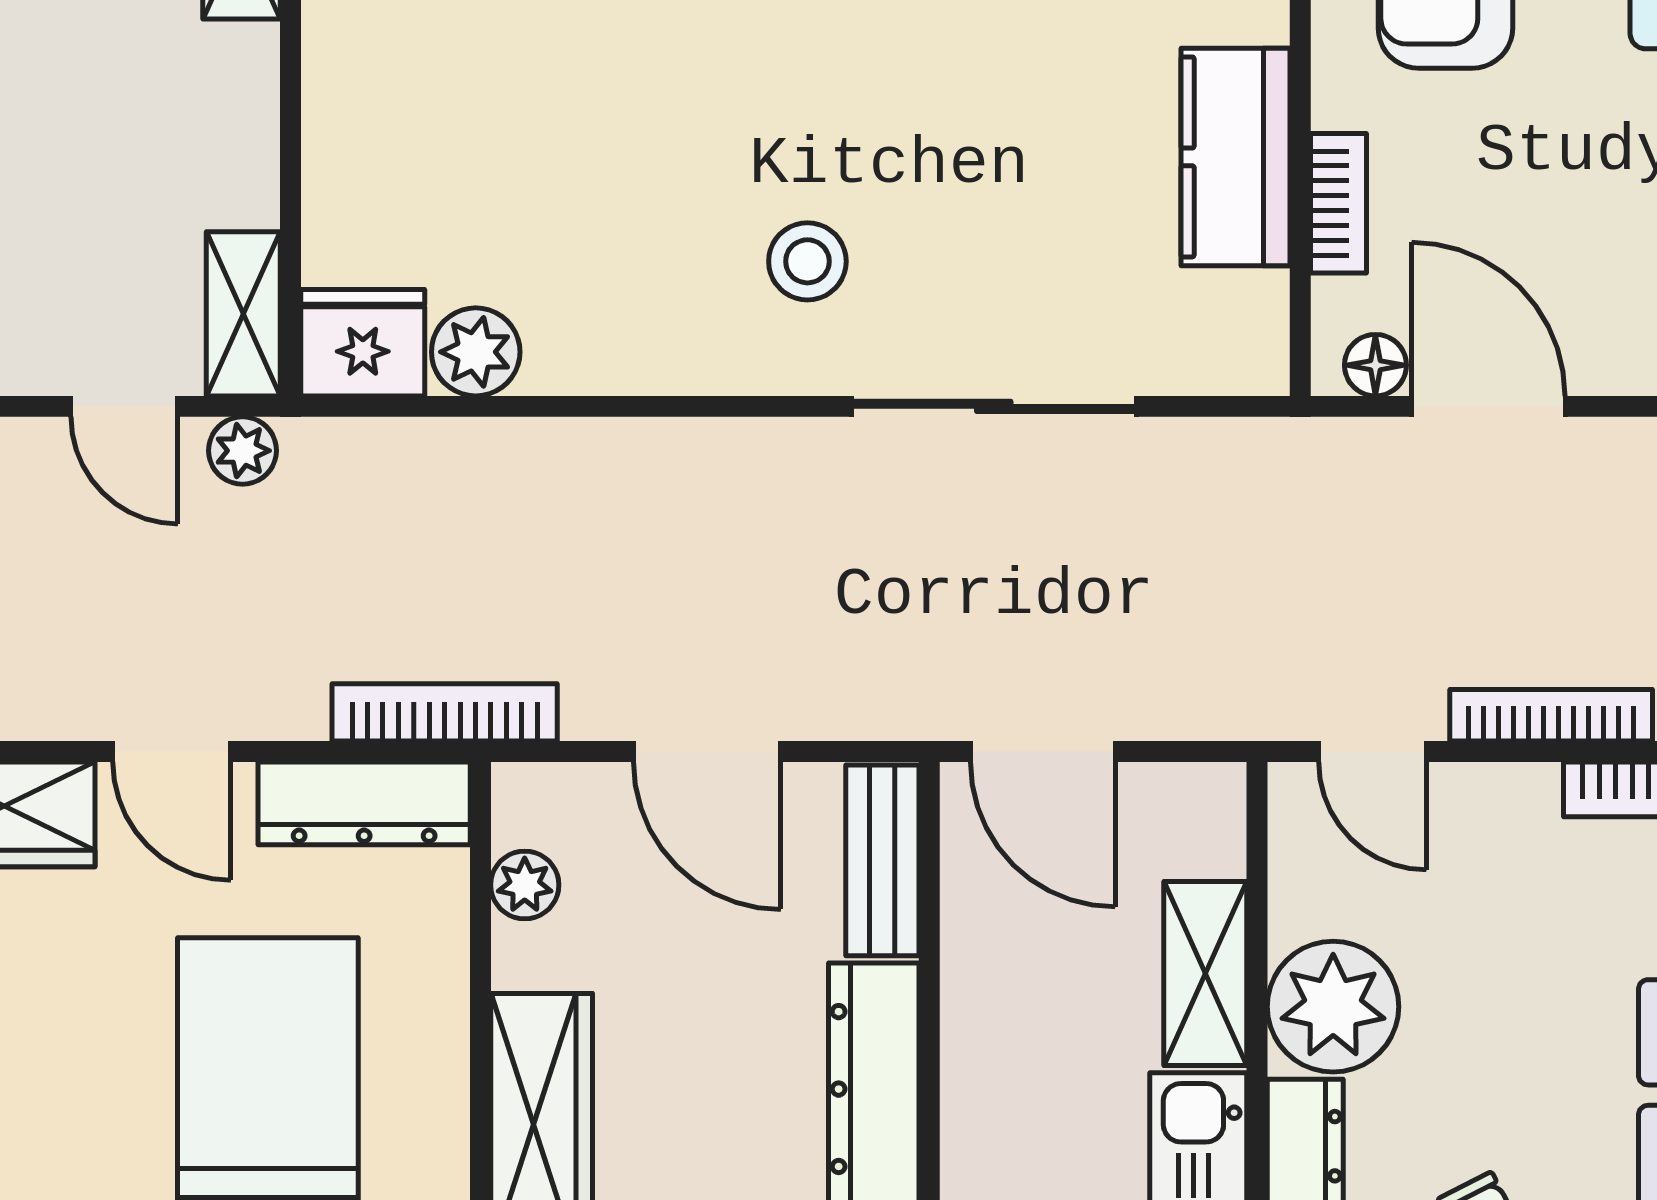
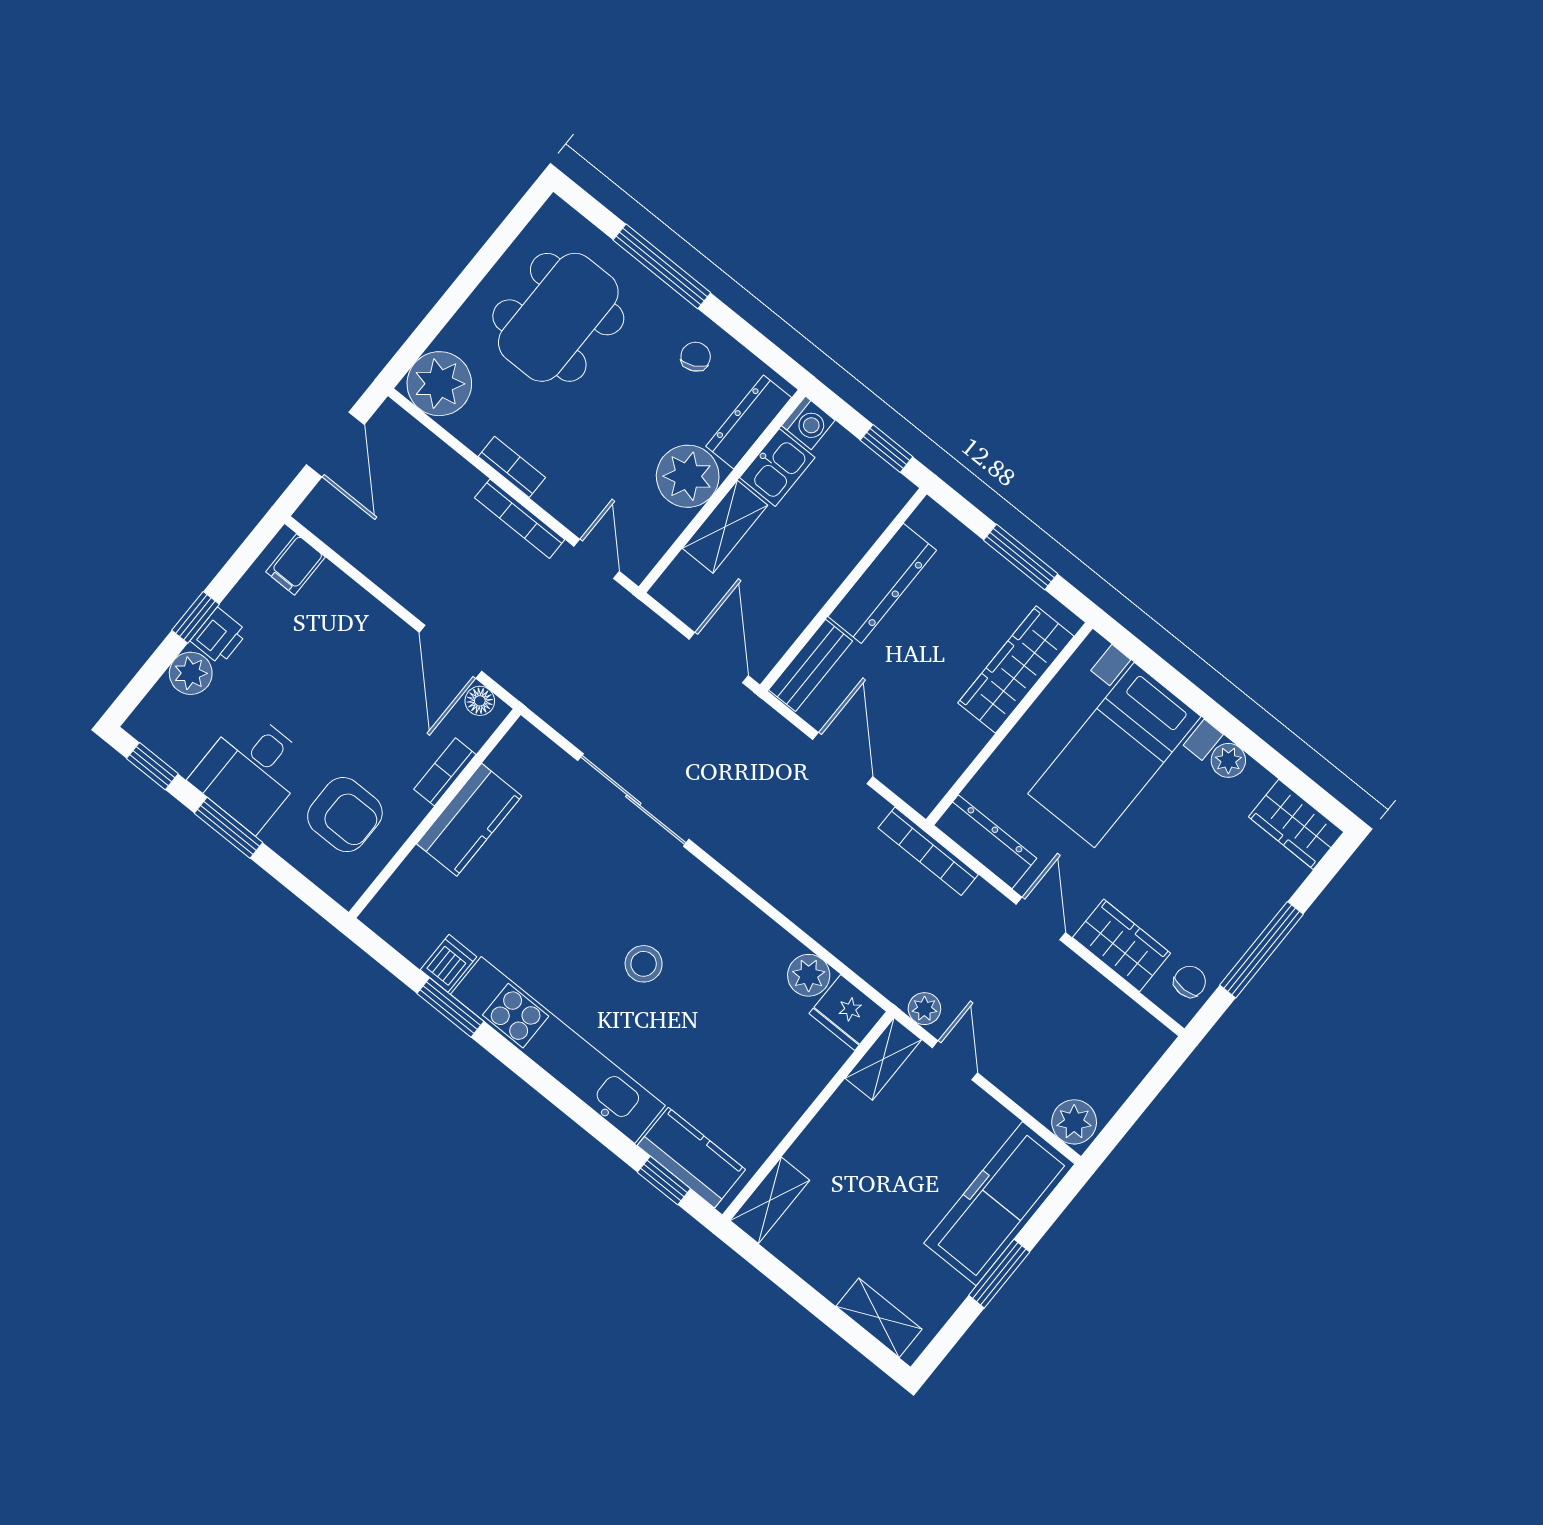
stool: (807, 261) -> (644, 964), moved
plant: (525, 885) -> (950, 763), removed

